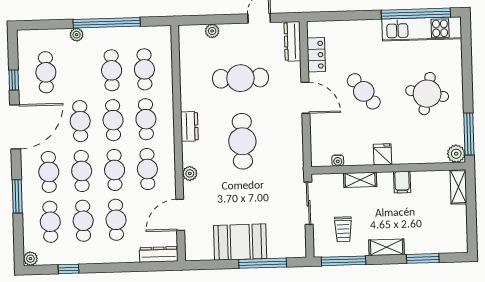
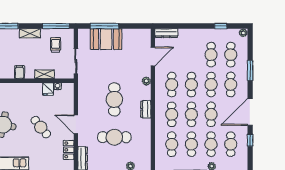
fridge: (382, 154) -> (48, 89), moved
cafe table: (116, 220) -> (211, 144), moved
booth: (240, 242) -> (106, 39), moved

